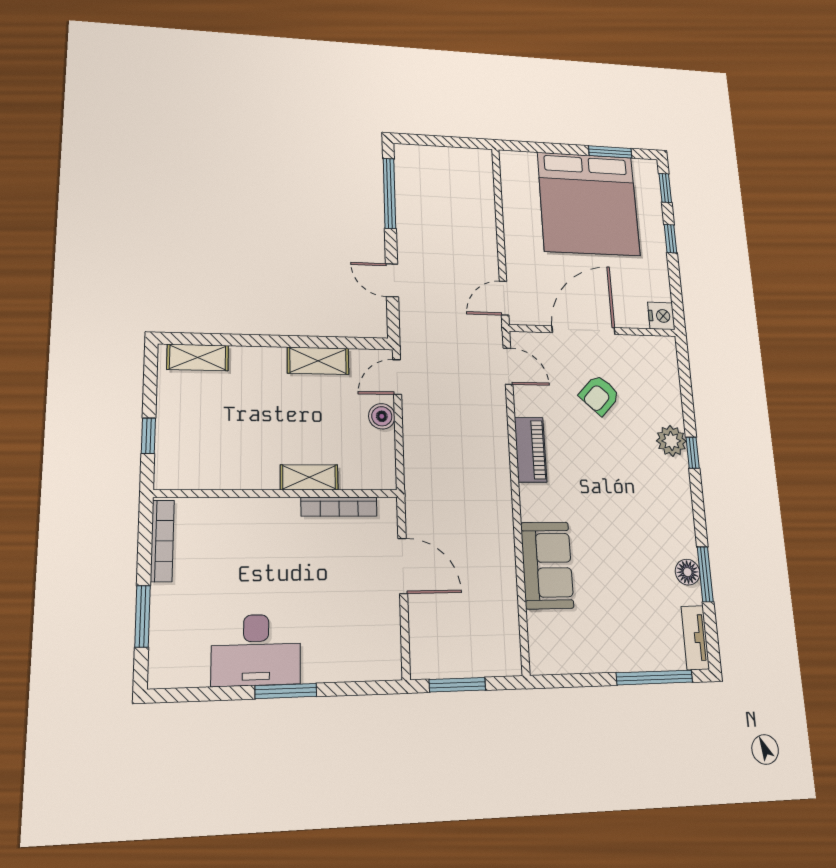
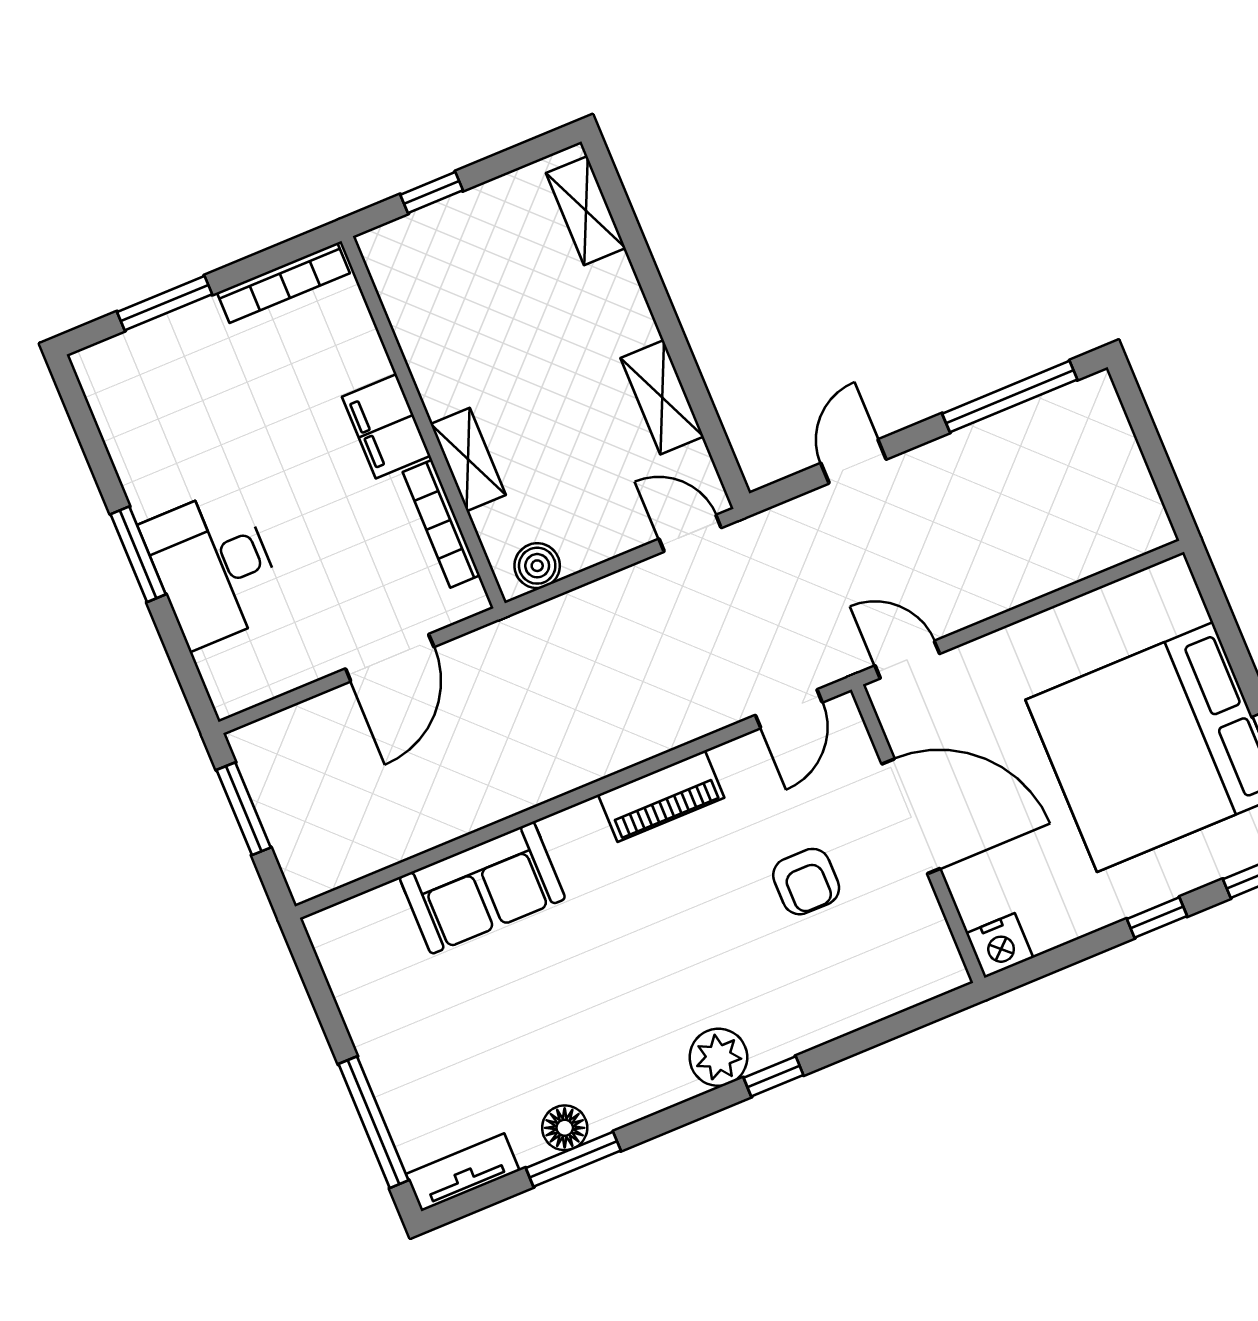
armchair: (599, 395) -> (806, 882), turned -133
boiler: (382, 416) -> (537, 566), moved
plant: (671, 441) -> (718, 1057), moved
filing cabinet: (271, 515) -> (386, 426), added
desk: (256, 650) -> (213, 568), moved

